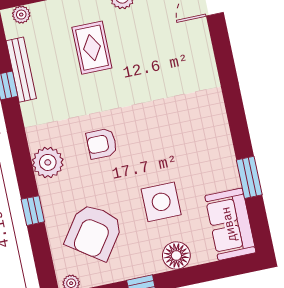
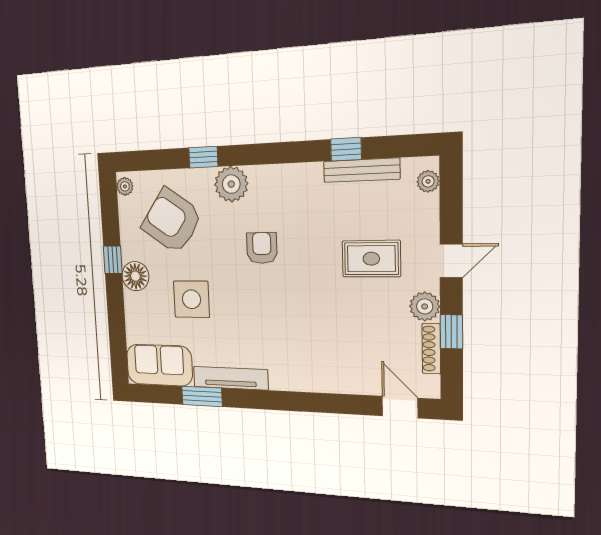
tv unit: (225, 153) -> (230, 378), added
plant: (48, 162) -> (231, 184), moved
floor lamp: (176, 255) -> (135, 276), moved

